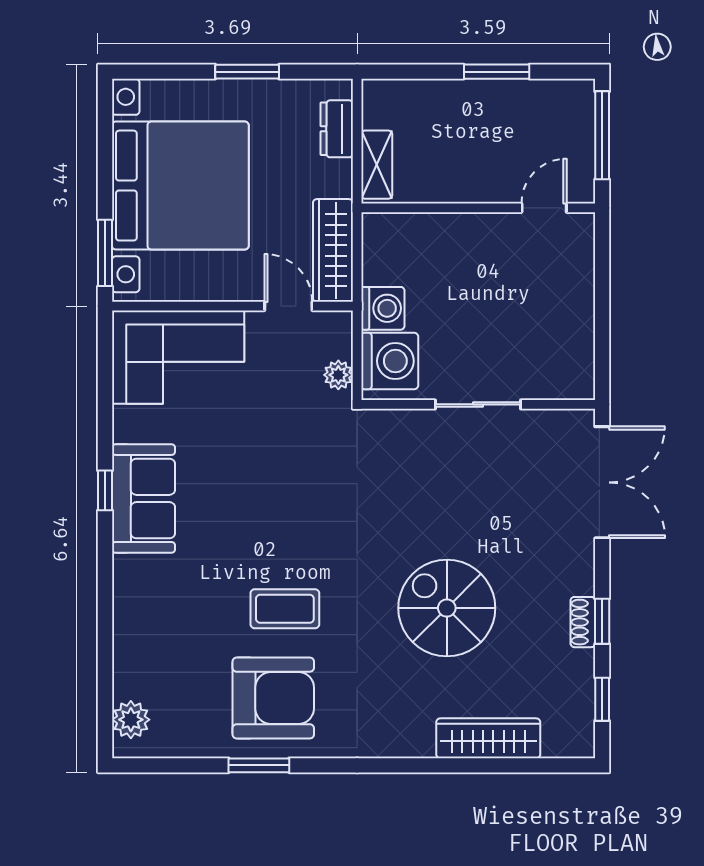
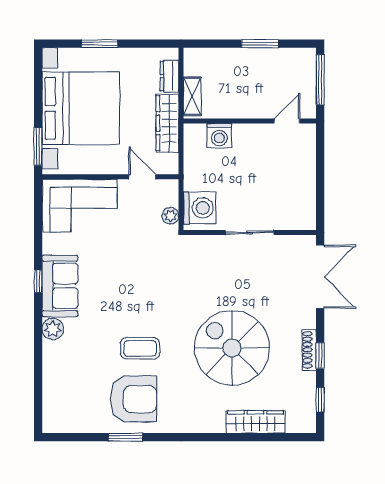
window: (247, 72) -> (100, 44), moved
wardrobe: (333, 250) -> (167, 123), moved
washing machine: (383, 308) -> (219, 136), moved, turned 90
spiral stairs: (447, 608) -> (232, 348), width x1.37, depth x1.37
shoe rack: (583, 622) -> (309, 350), width x1.43
plant: (131, 720) -> (53, 329), moved

